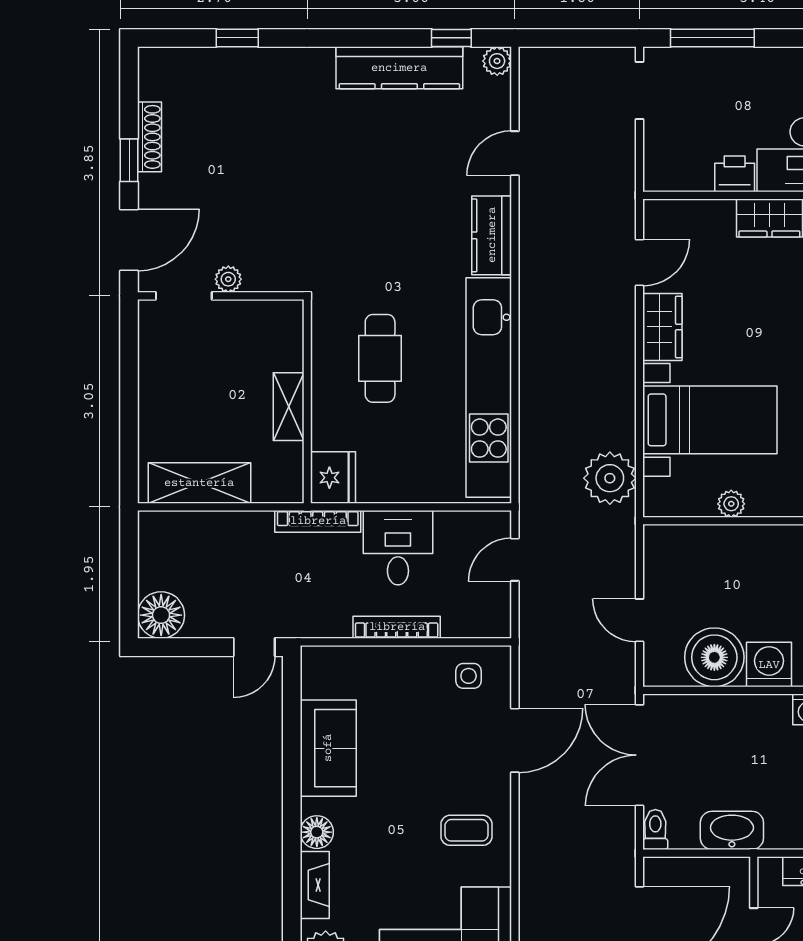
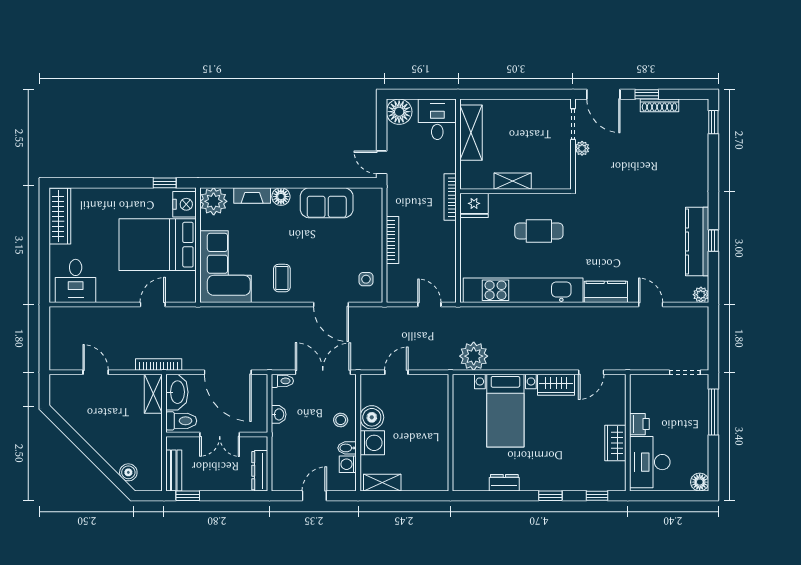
window: (237, 38) -> (713, 122), moved
window: (451, 38) -> (713, 241), moved
door: (640, 262) -> (591, 372), hinge flipped
plant: (731, 504) -> (460, 422), removed
desk: (398, 548) -> (437, 119), moved, turned -90
boiler: (714, 657) -> (372, 417), width x0.73, depth x0.73
bidet: (779, 711) -> (347, 448), added
stool: (727, 722) -> (341, 420), added
washbasin: (732, 830) -> (279, 414), width x0.52, depth x0.69

